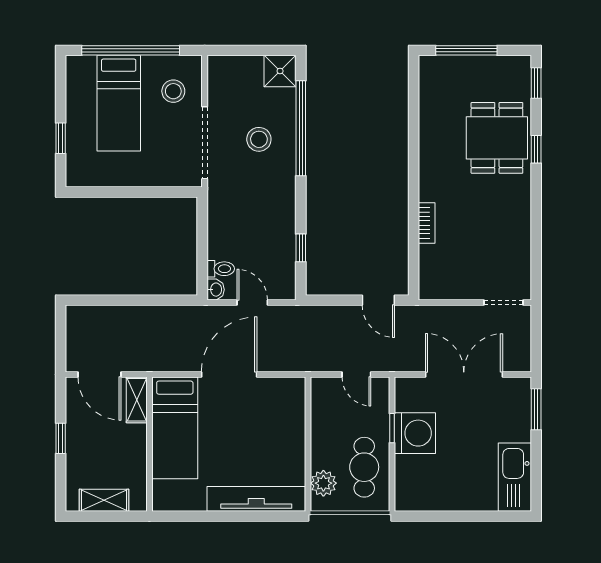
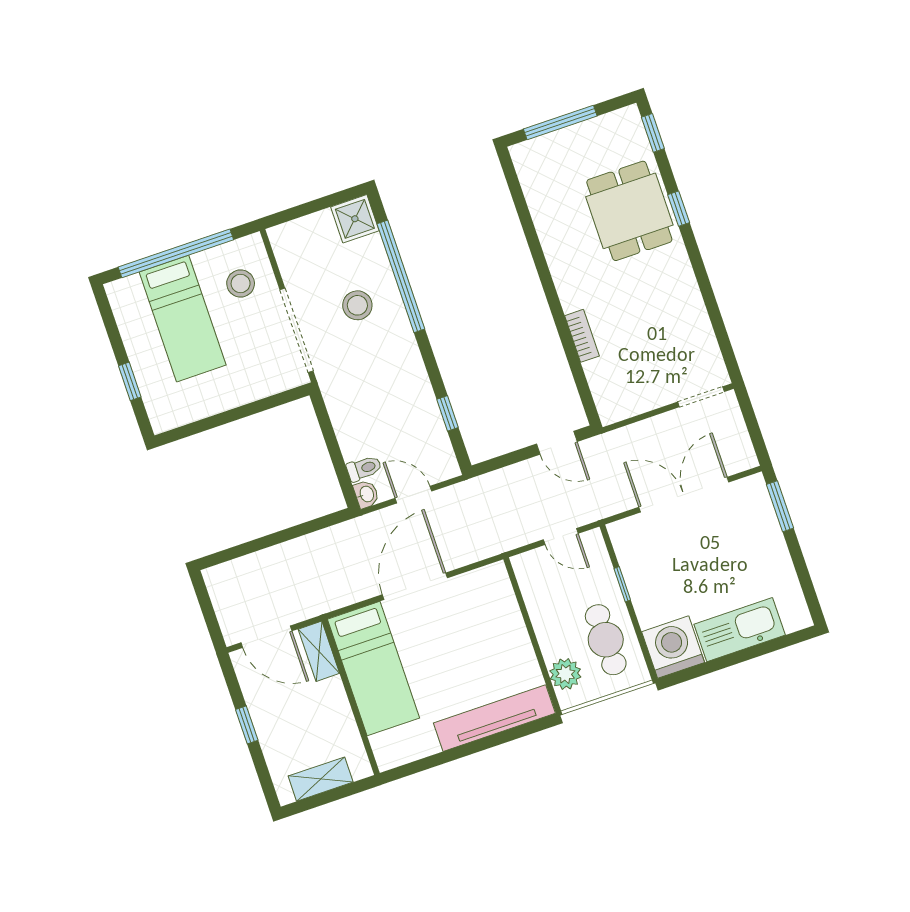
washing machine: (415, 433) -> (673, 647), moved, turned -90
kitchen sink: (515, 477) -> (740, 630), moved, turned 90

